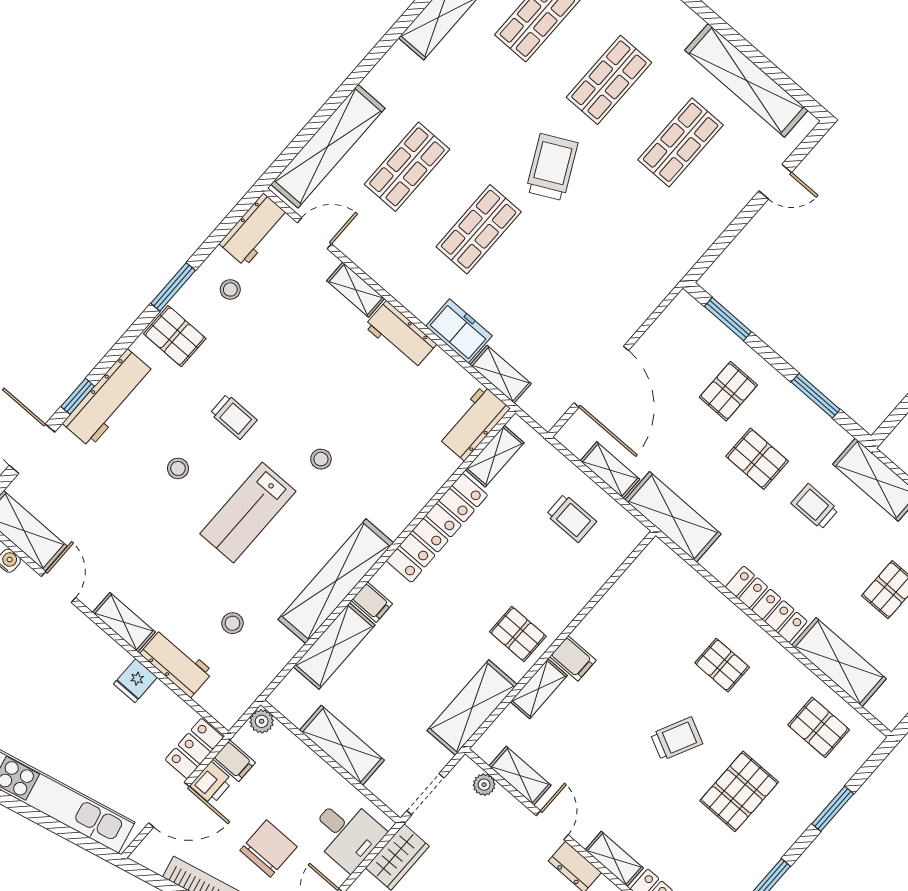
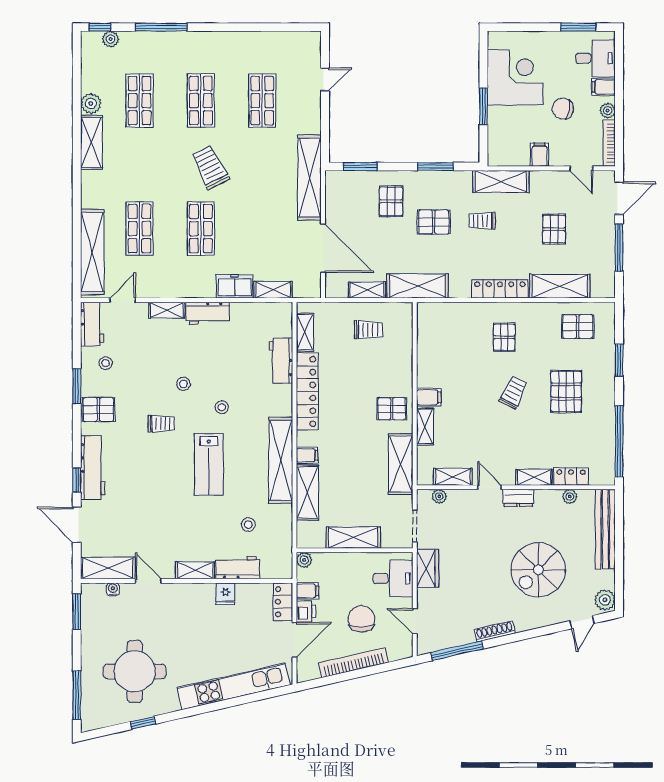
shelving: (746, 80) -> (310, 178), moved, turned 90
workbench: (474, 423) -> (281, 361), moved
stool: (178, 468) -> (183, 384), moved
pallet: (722, 665) -> (504, 337), turned 90

